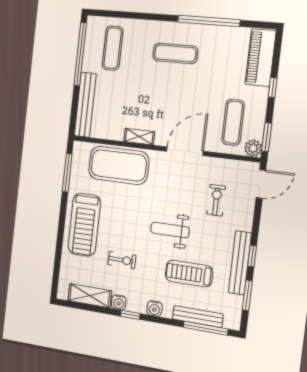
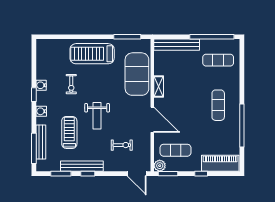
weight bench: (170, 230) -> (97, 116), turned 180
shelving: (90, 296) -> (42, 64), removed

